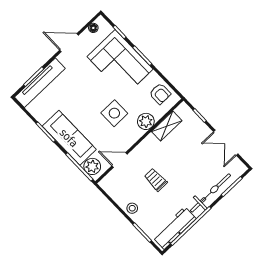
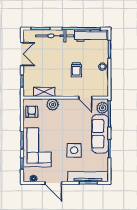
side table: (114, 113) -> (74, 150), moved

